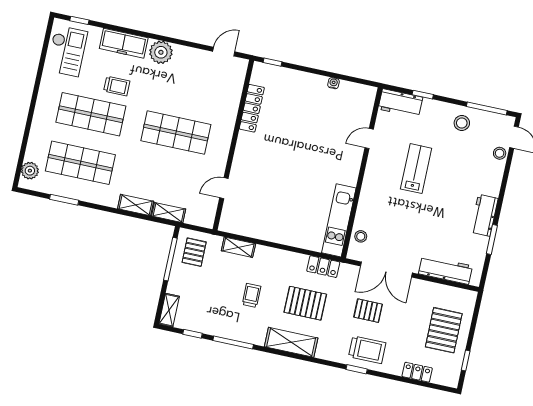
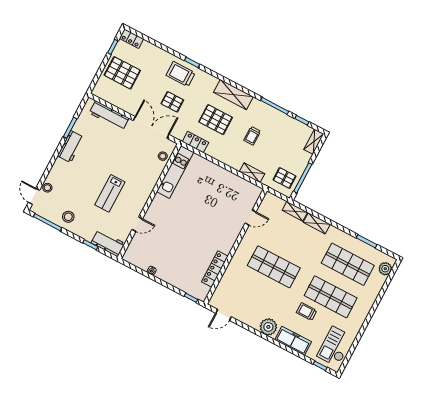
pallet: (194, 252) -> (284, 178), turned 90
pallet: (444, 330) -> (122, 73), turned 90
locker: (417, 372) -> (131, 39), moved

